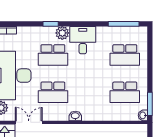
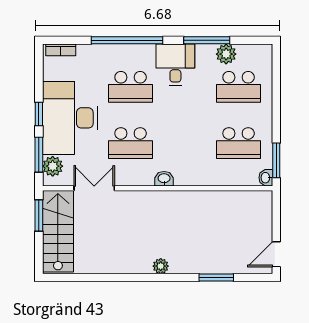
window: (51, 24) -> (127, 40), width x3.17
window: (124, 24) -> (207, 40), moved
plant: (62, 33) -> (226, 54), moved

